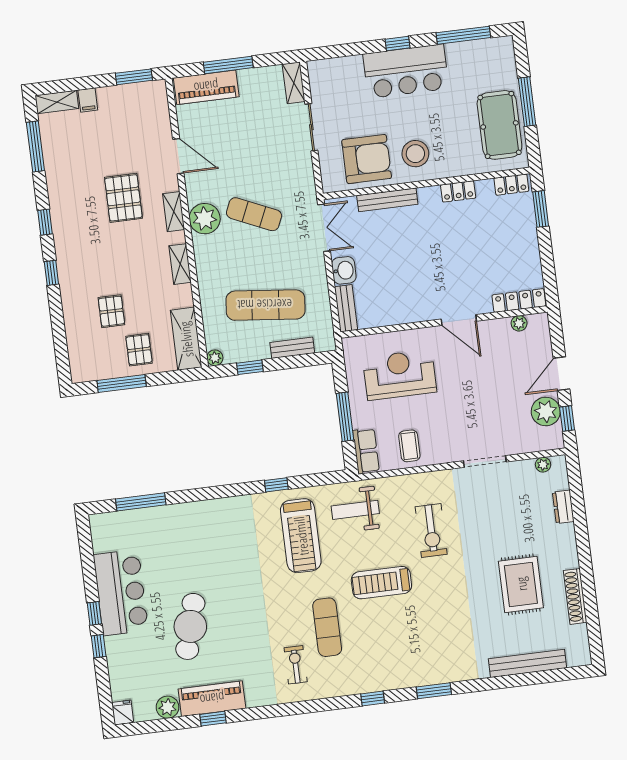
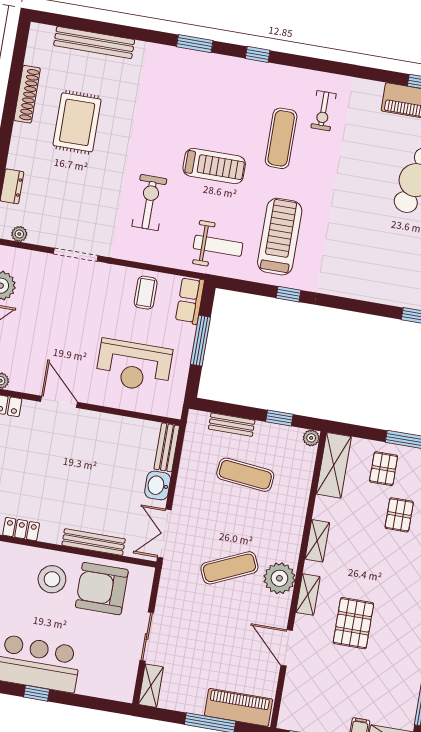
exercise mat: (254, 214) -> (229, 568), turned -48
exercise mat: (265, 305) -> (245, 475), width x0.73, depth x0.69

